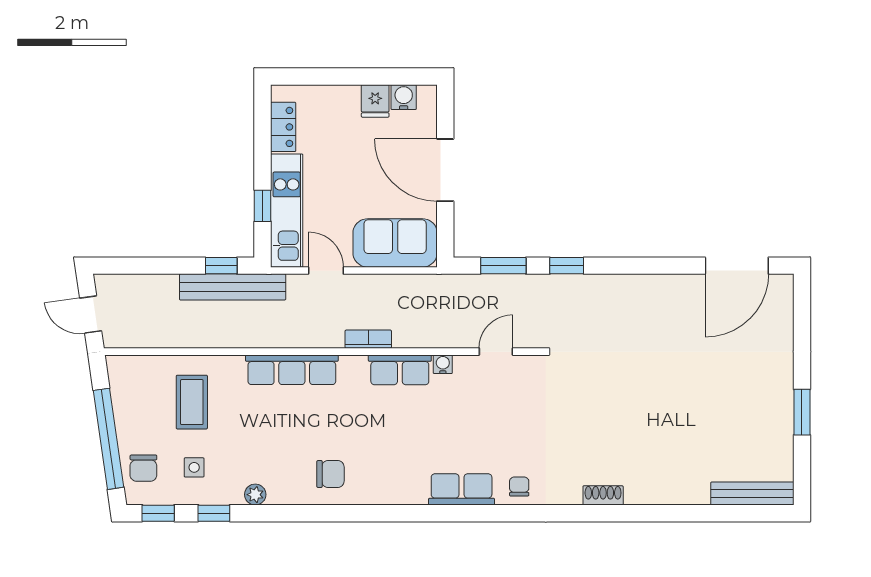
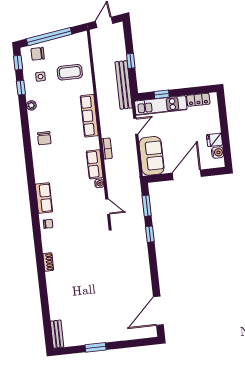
window: (221, 266) -> (131, 61), moved
door: (737, 266) -> (158, 311), hinge flipped
bench: (752, 493) -> (57, 334), width x0.73

